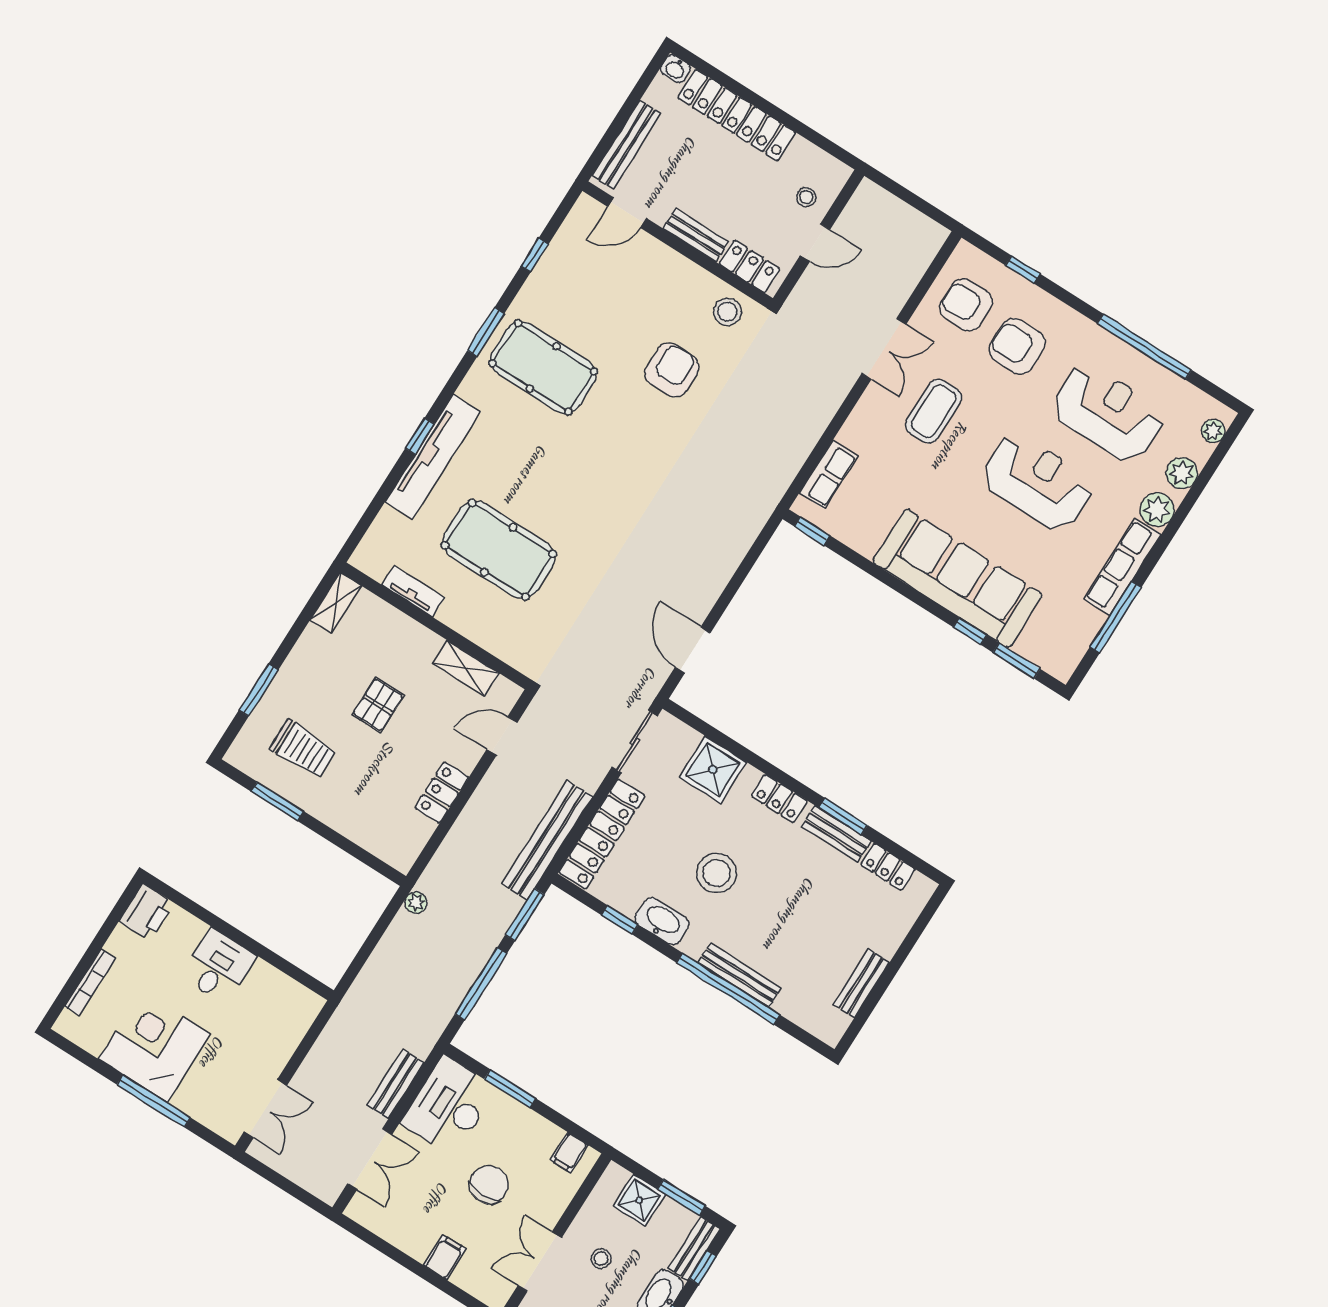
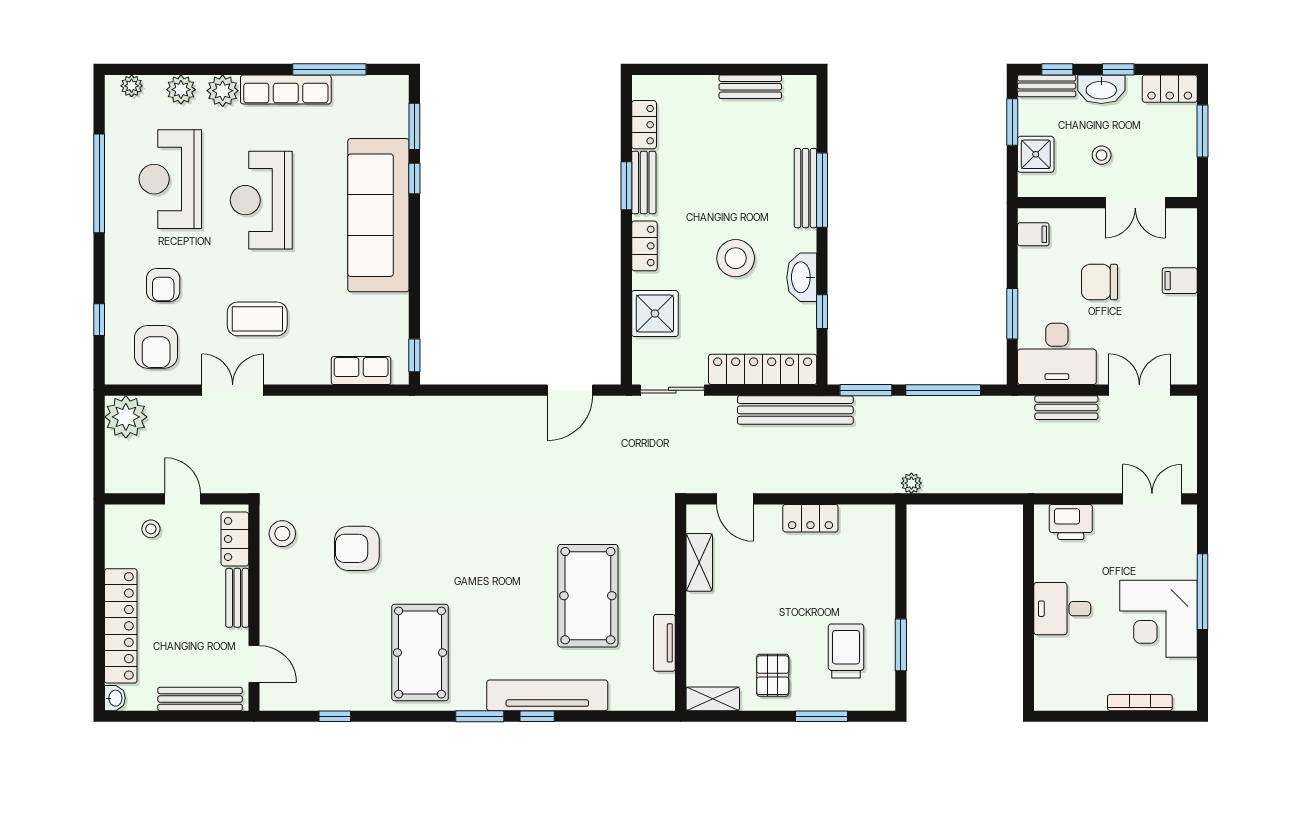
plant: (921, 238) -> (126, 417), added
window: (486, 332) -> (480, 716), moved
armchair: (1017, 346) -> (163, 285), width x0.72, depth x0.72
pallet: (378, 705) -> (773, 675), moved, turned 90
printer: (147, 912) -> (1071, 522), moved, turned 180
window: (728, 989) -> (822, 190), width x0.68

